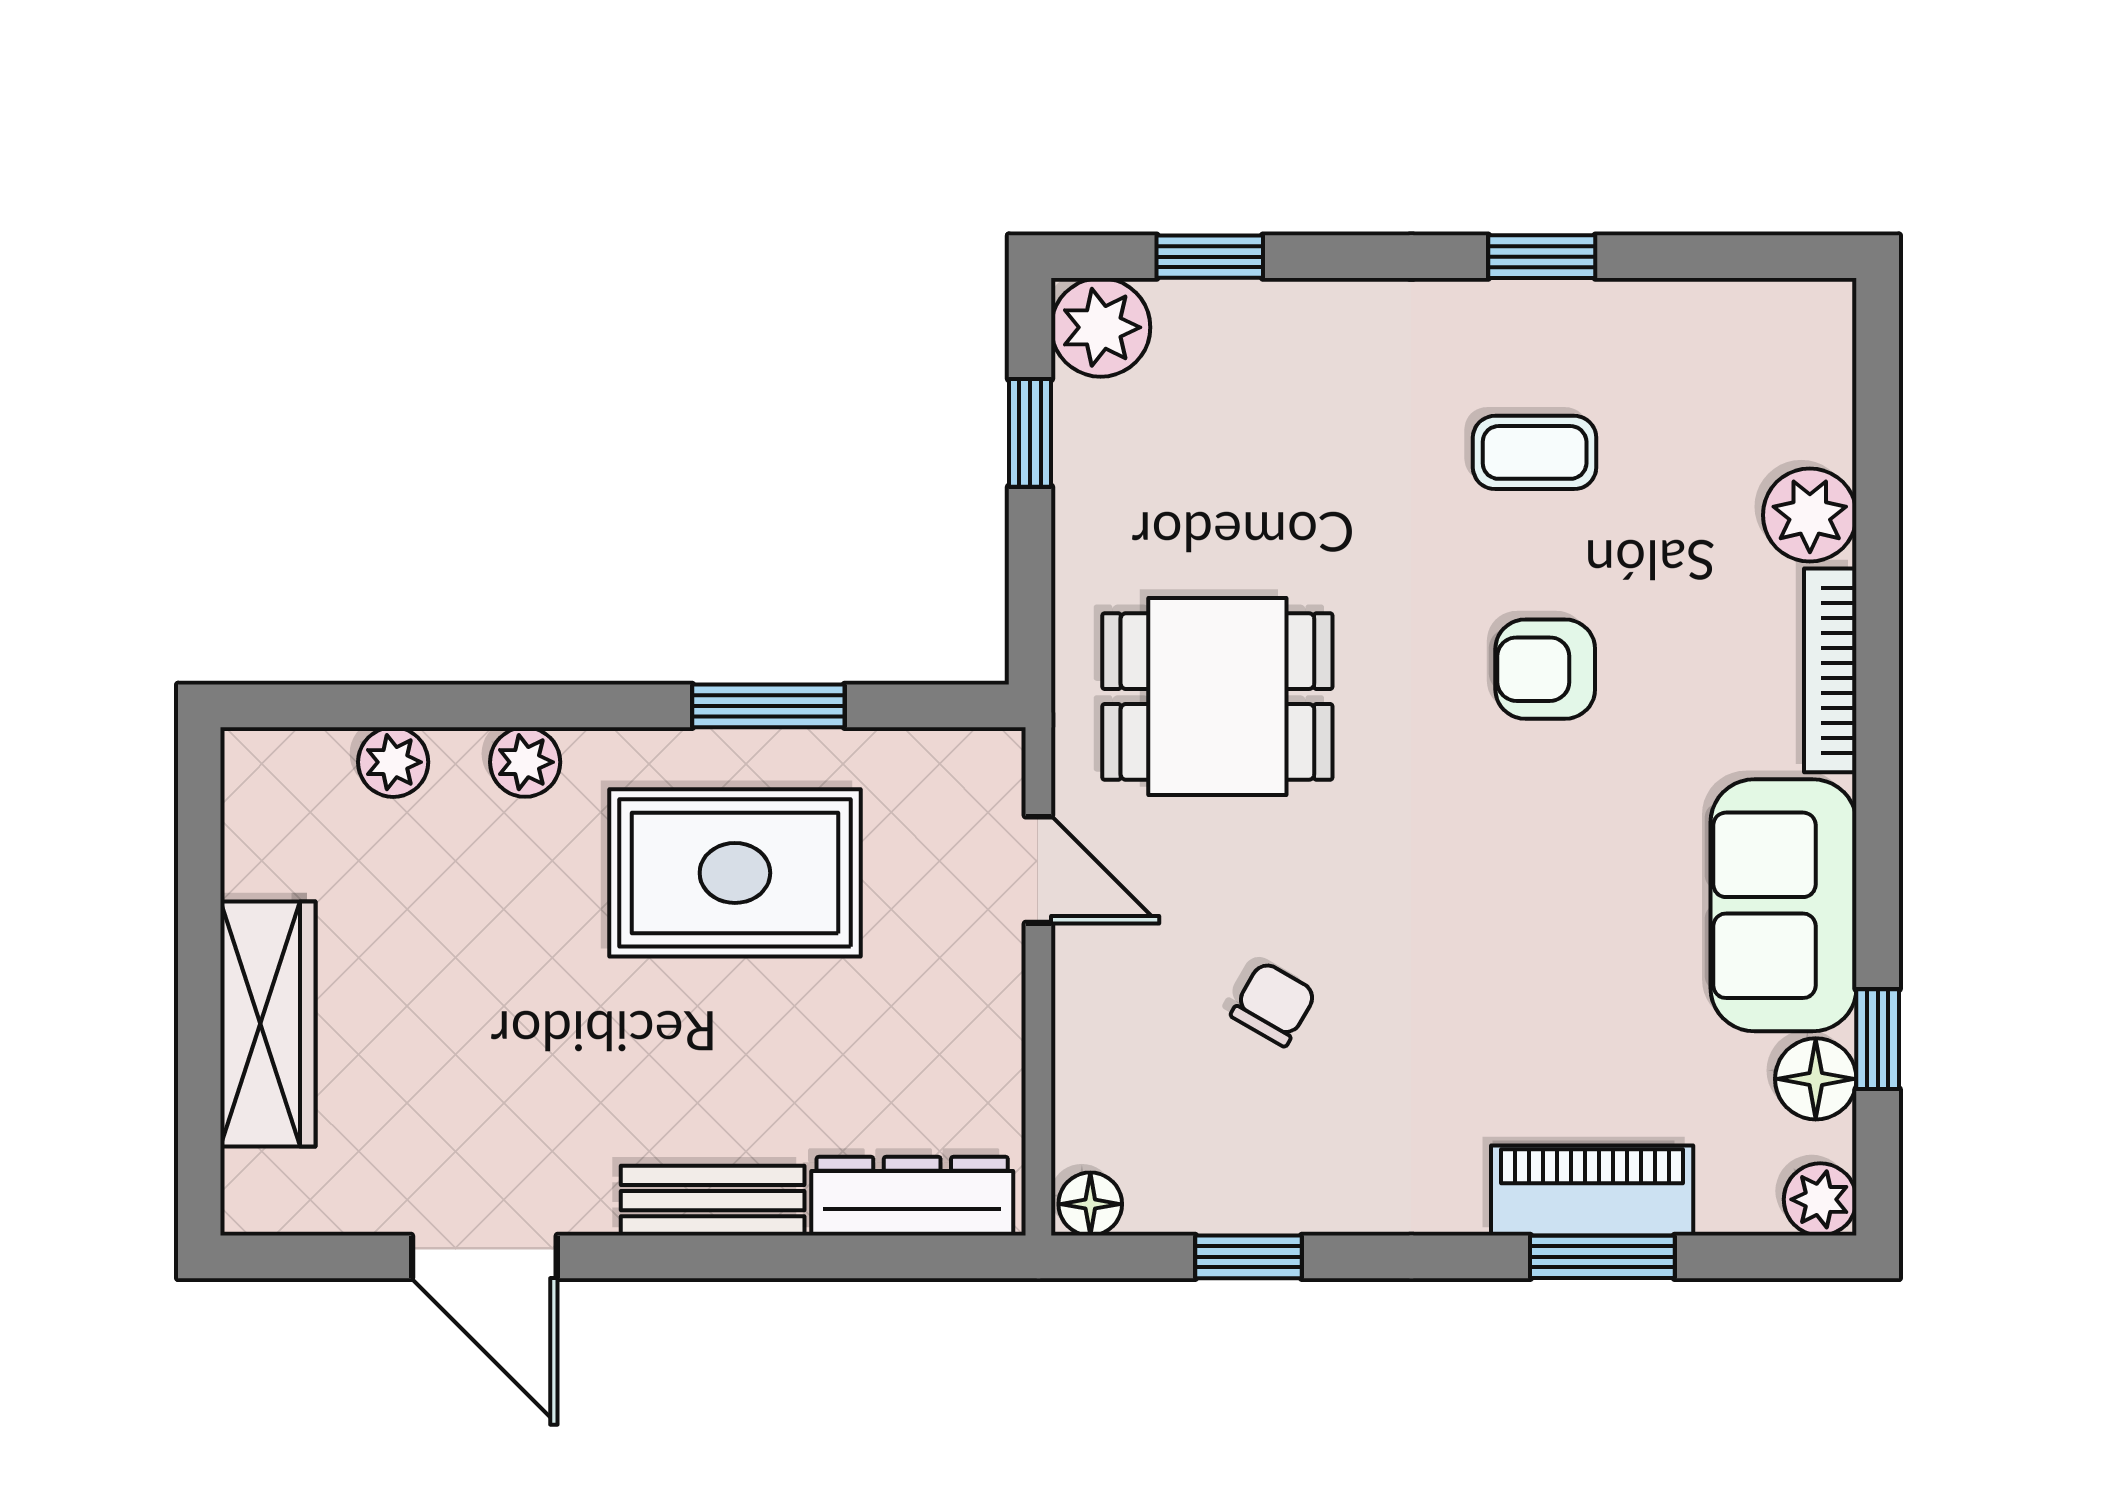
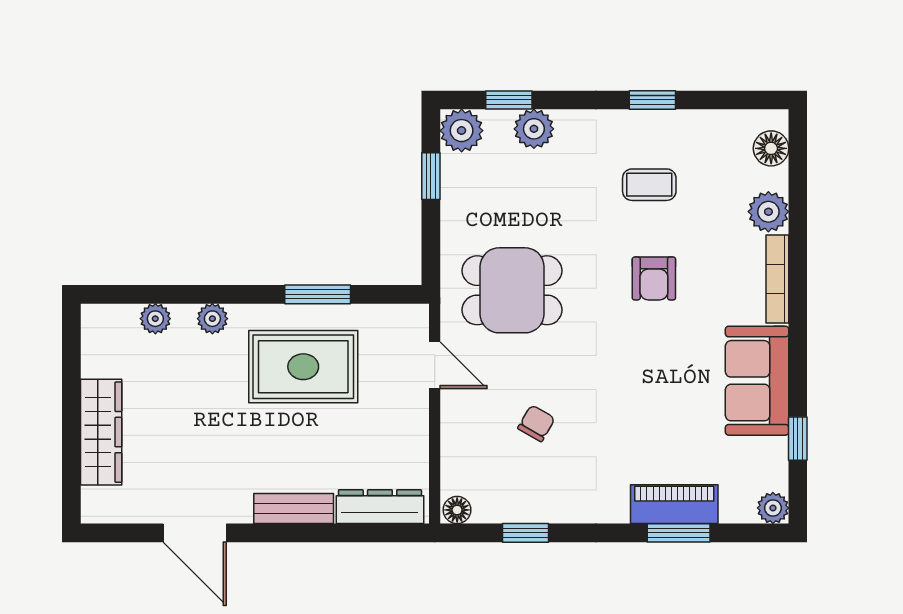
plant: (1268, 323) -> (534, 129), added
armchair: (1545, 669) -> (654, 278), turned -90
floor lamp: (1816, 1079) -> (771, 148), moved

